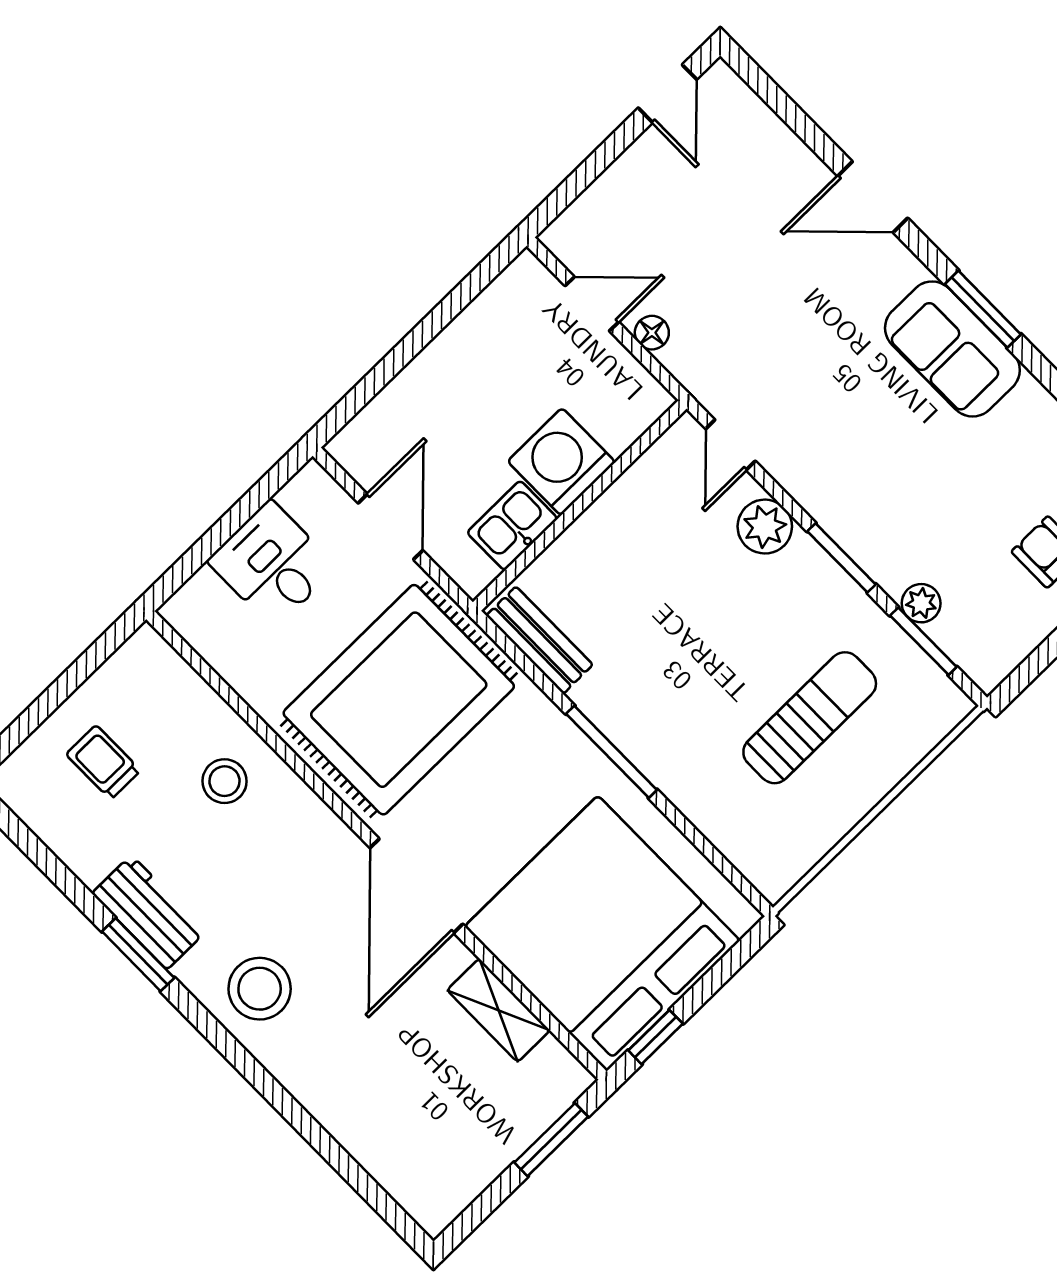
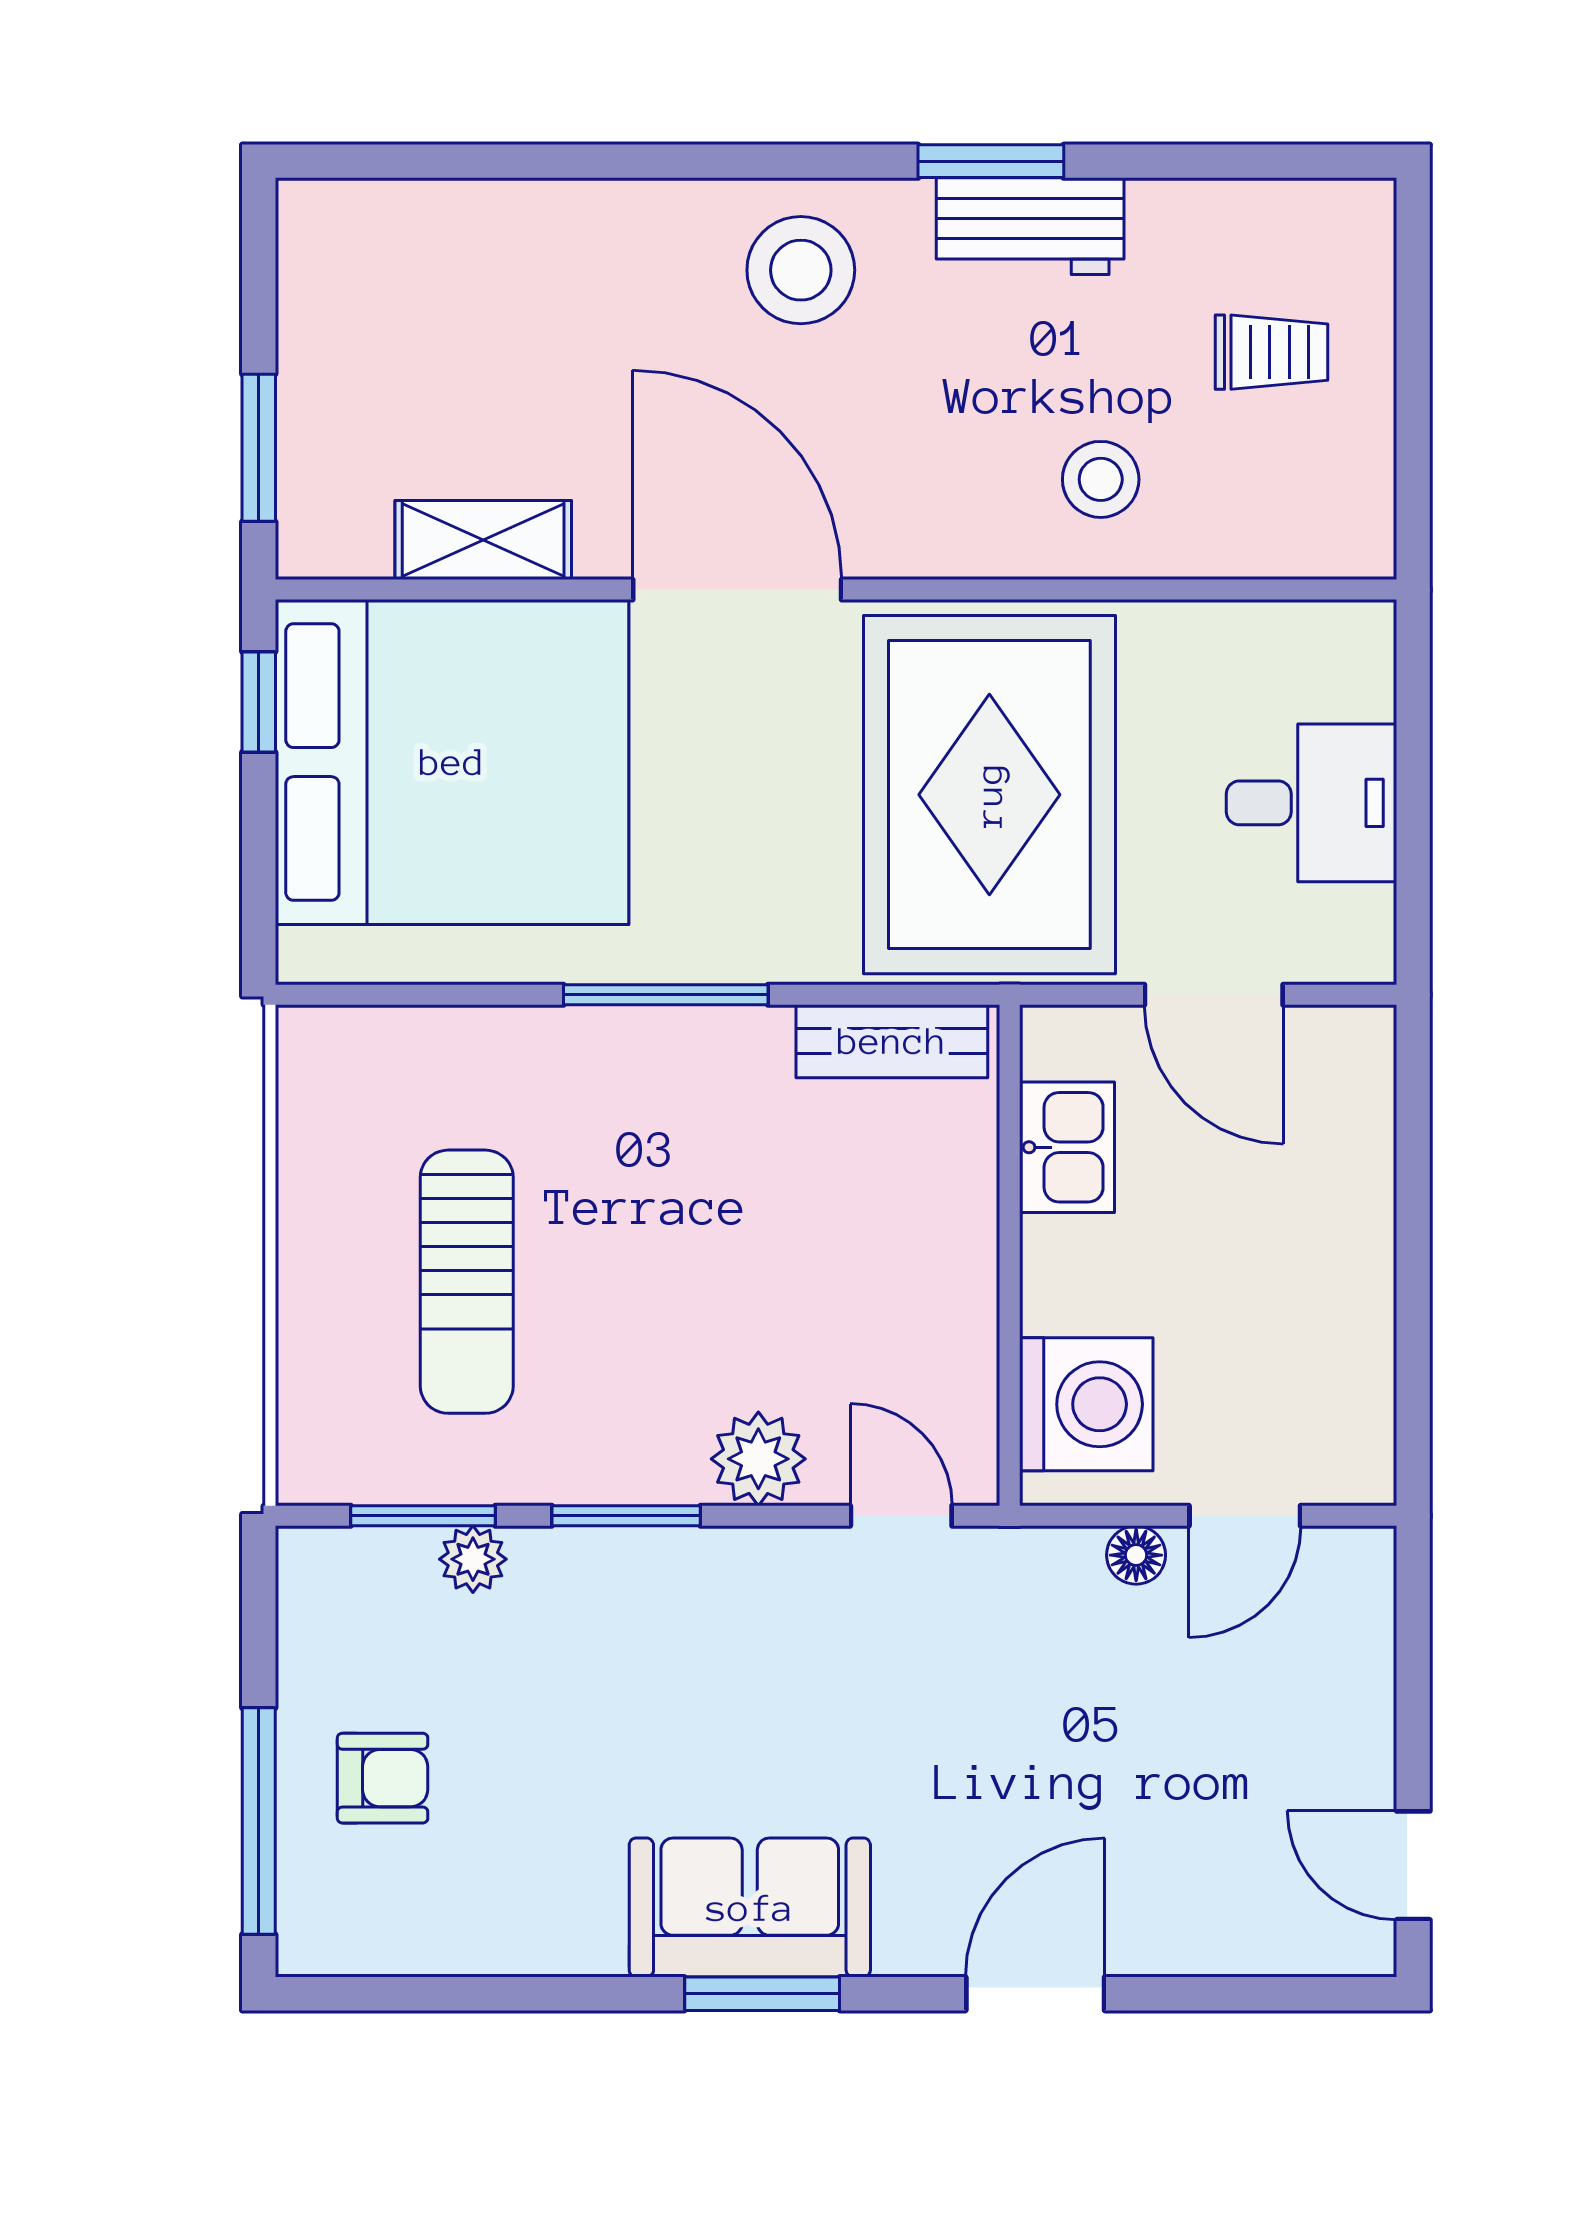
washing machine: (561, 462) -> (1086, 1404), moved

